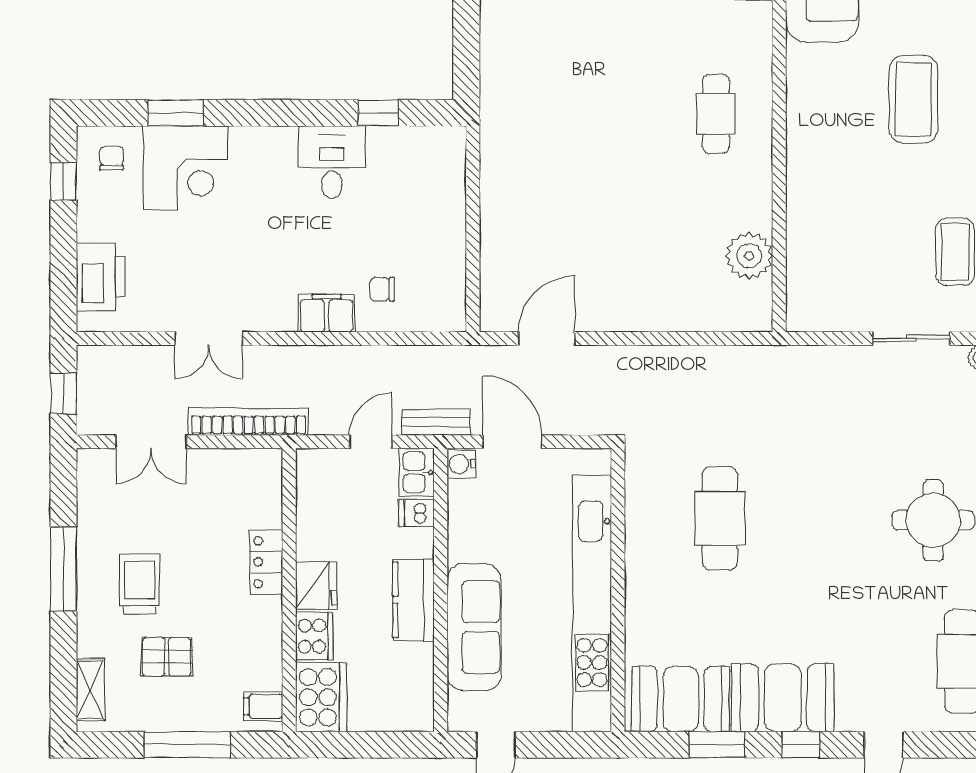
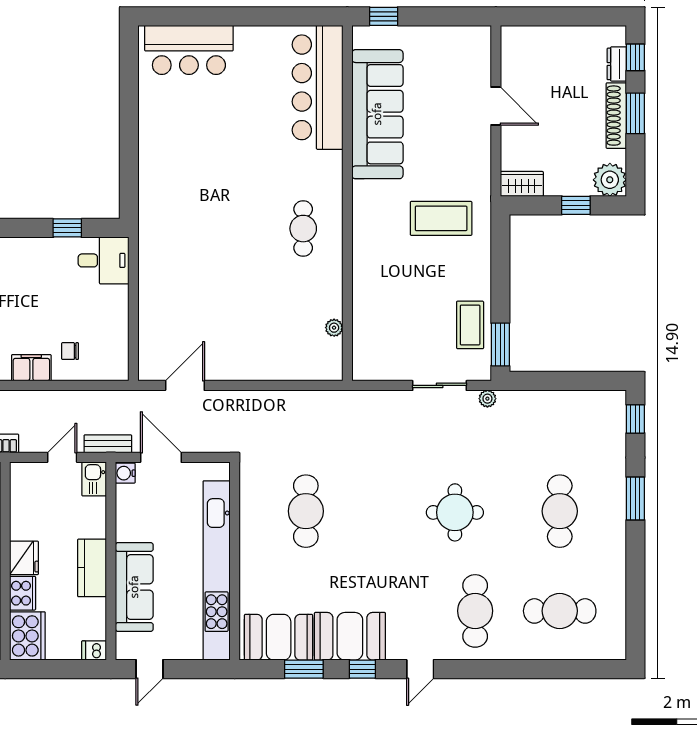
coffee table: (913, 99) -> (441, 218), turned 90
desk: (332, 162) -> (104, 260), moved, turned 90
plant: (749, 256) -> (334, 328), width x0.53, depth x0.53
dishwasher: (416, 513) -> (94, 650), moved

